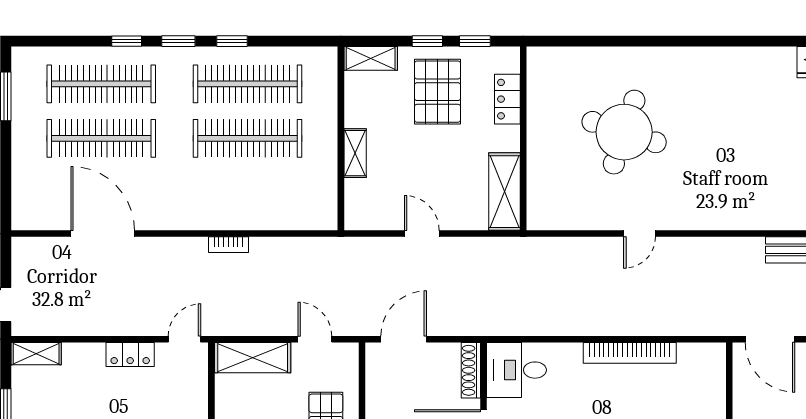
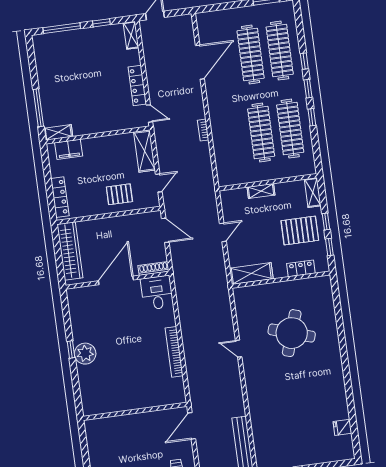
locker: (130, 355) -> (137, 86), width x1.53

